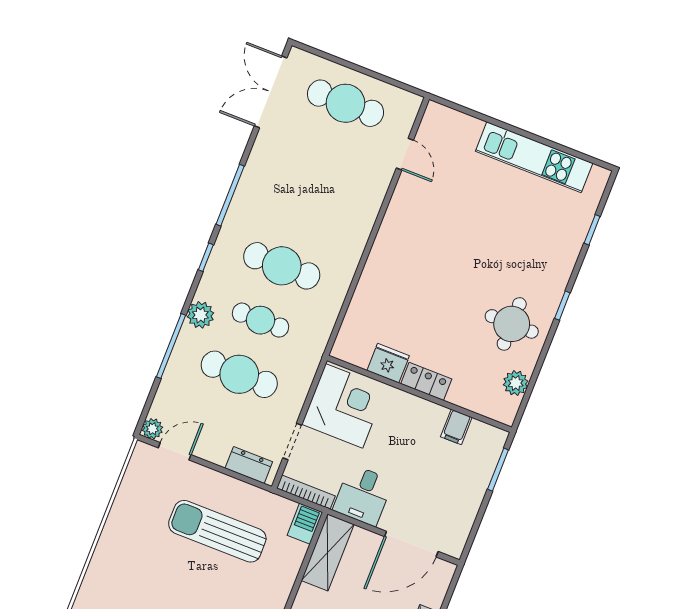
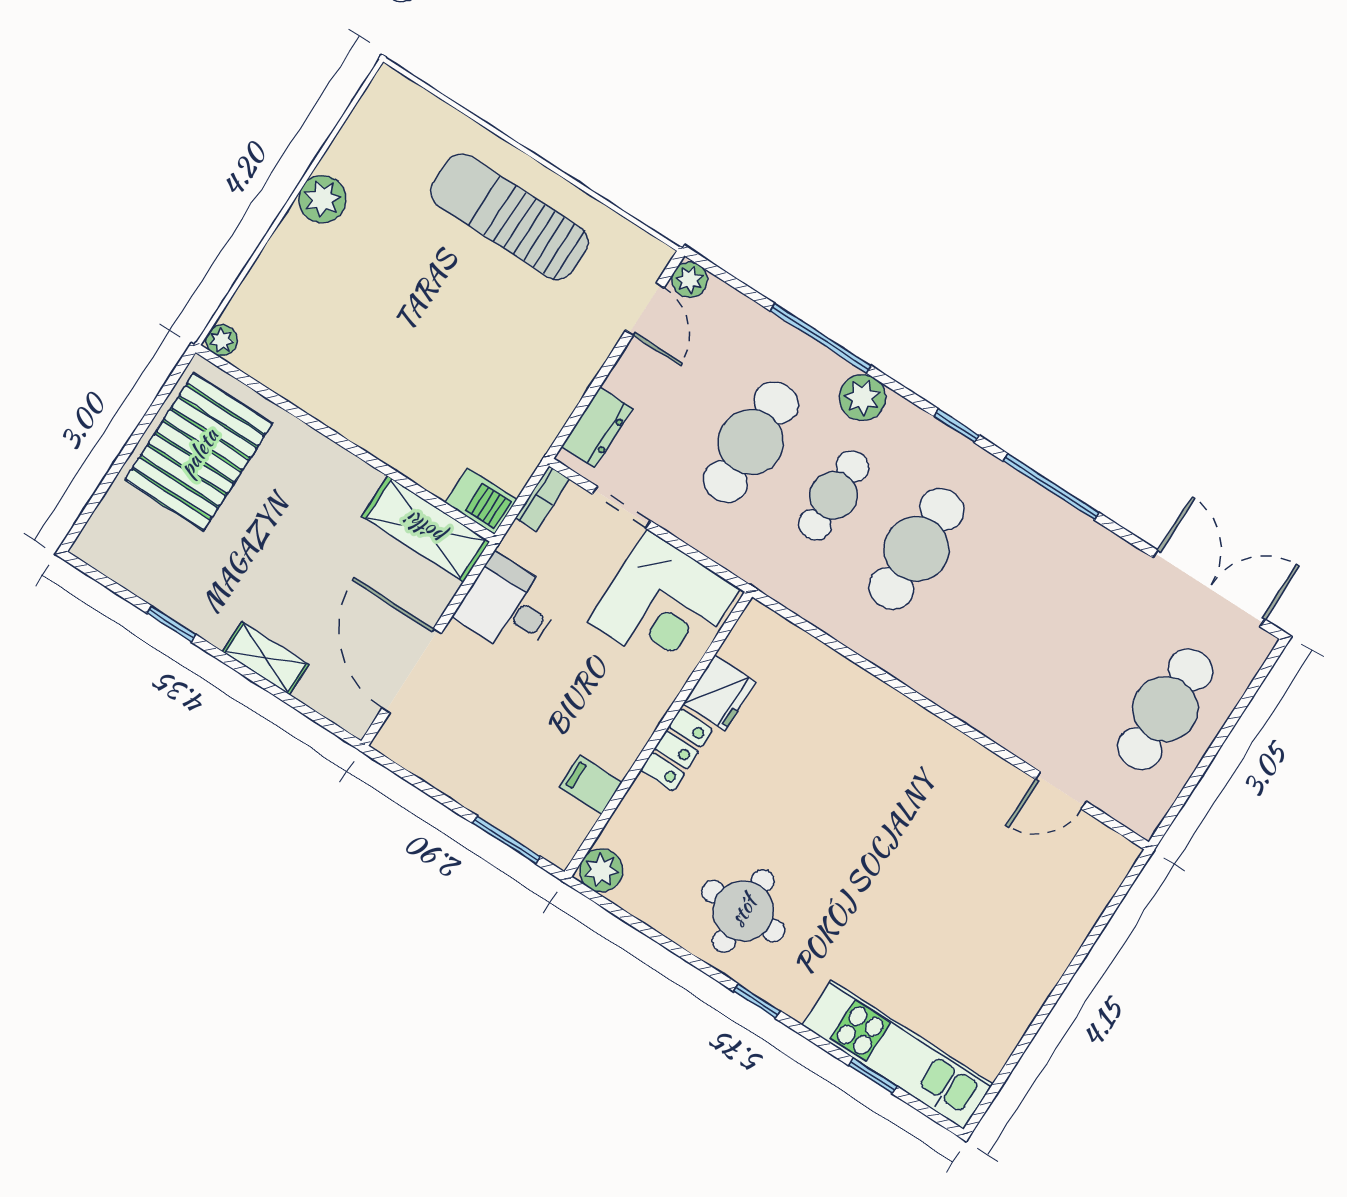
kitchen unit: (534, 157) -> (897, 1055), moved, turned 90
plant: (516, 383) -> (601, 870), moved
bookcase: (306, 492) -> (542, 498), width x0.64
sun lounger: (217, 531) -> (509, 217), moved, turned -90

